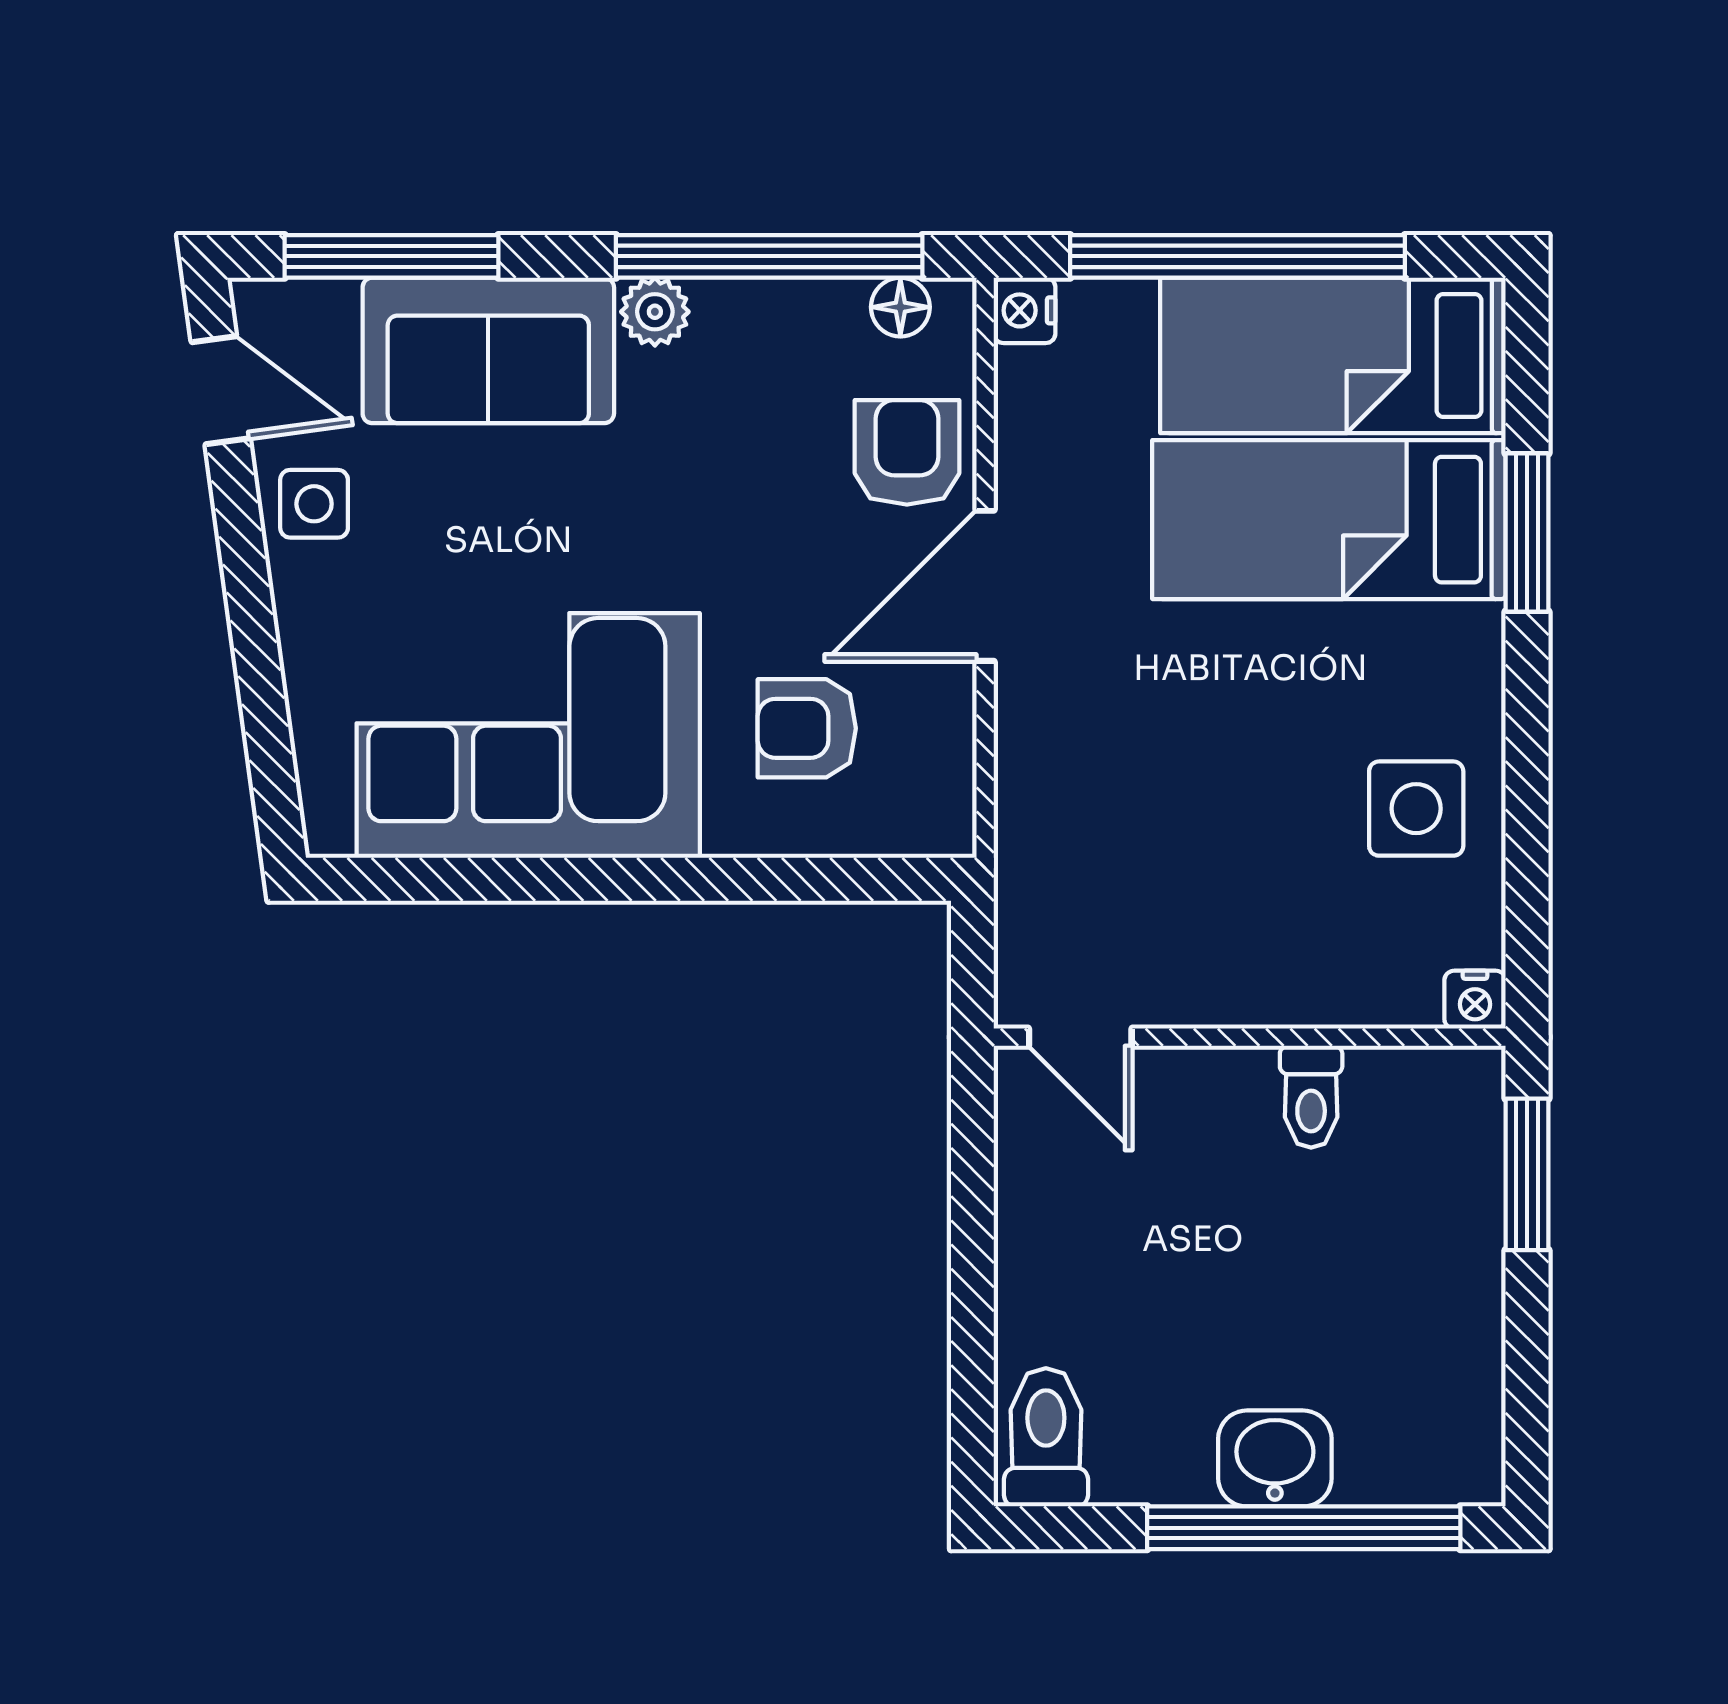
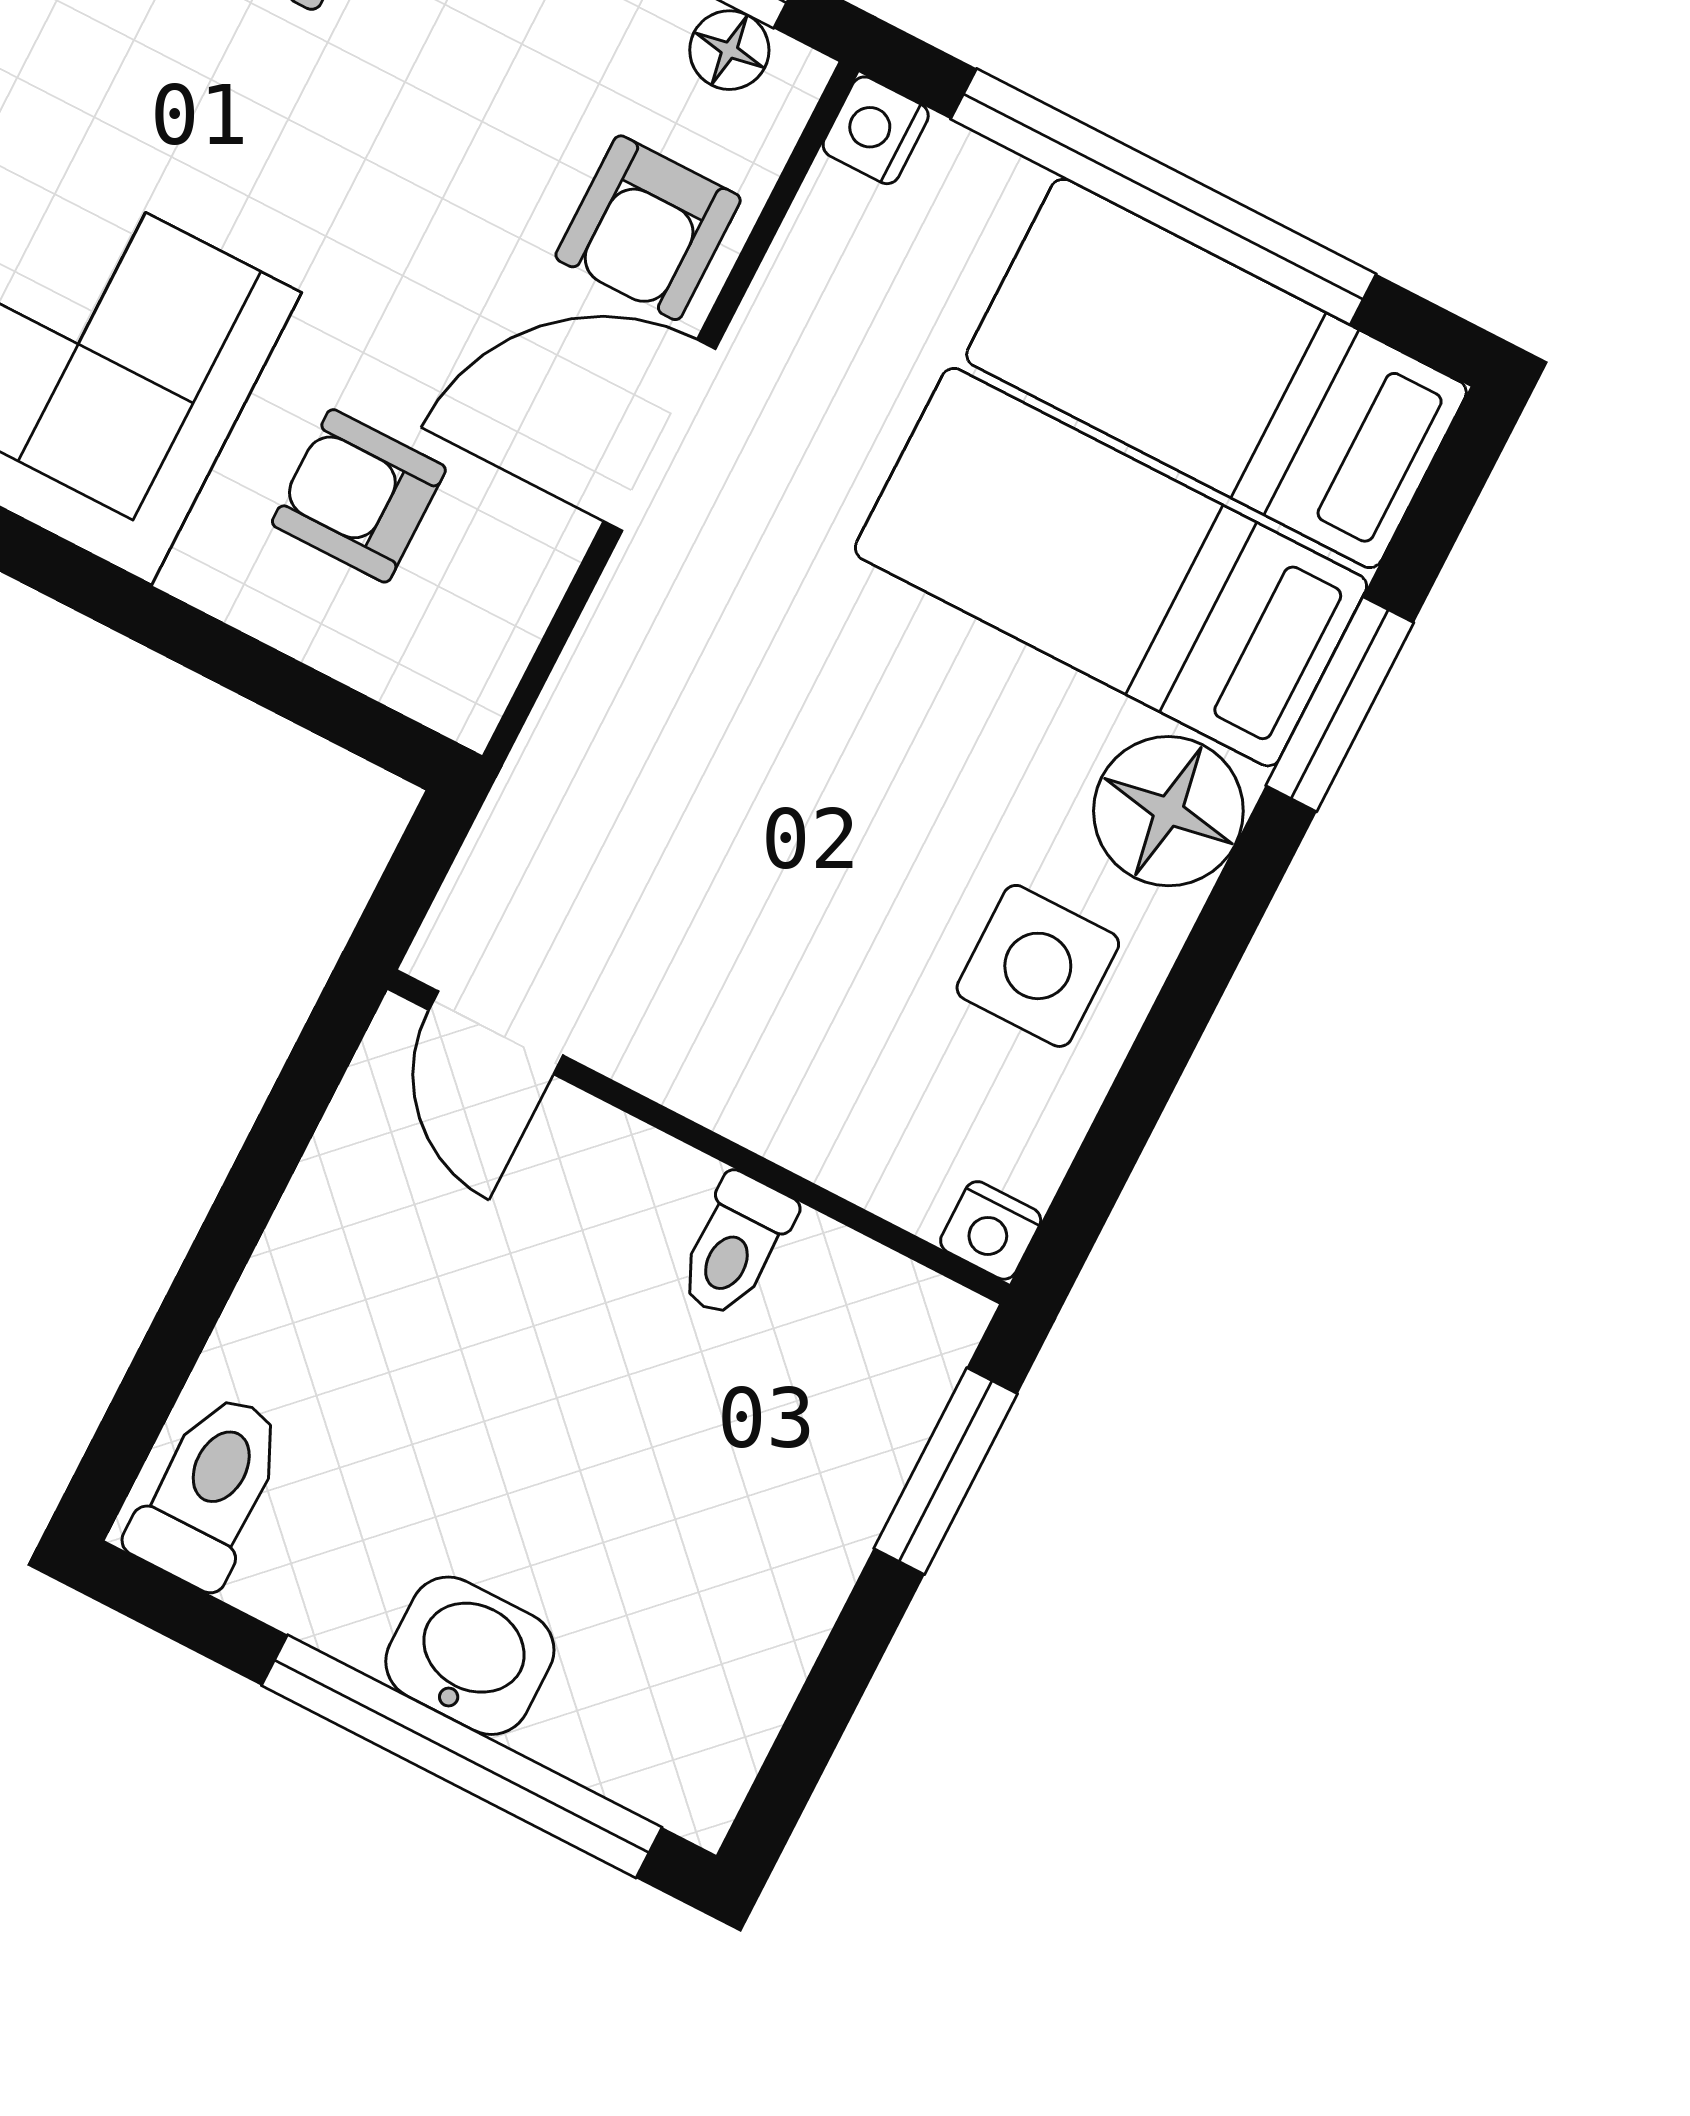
armchair: (907, 452) -> (648, 228), turned 180
floor lamp: (1450, 662) -> (1168, 811), added

